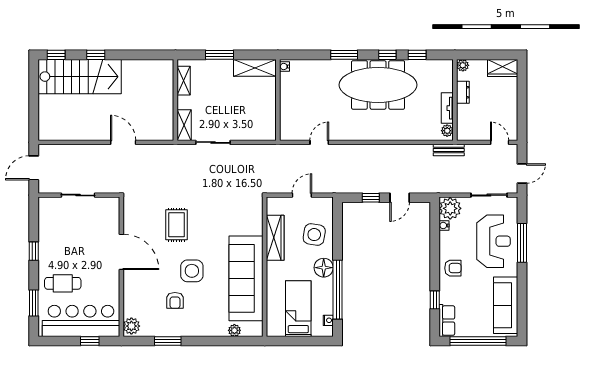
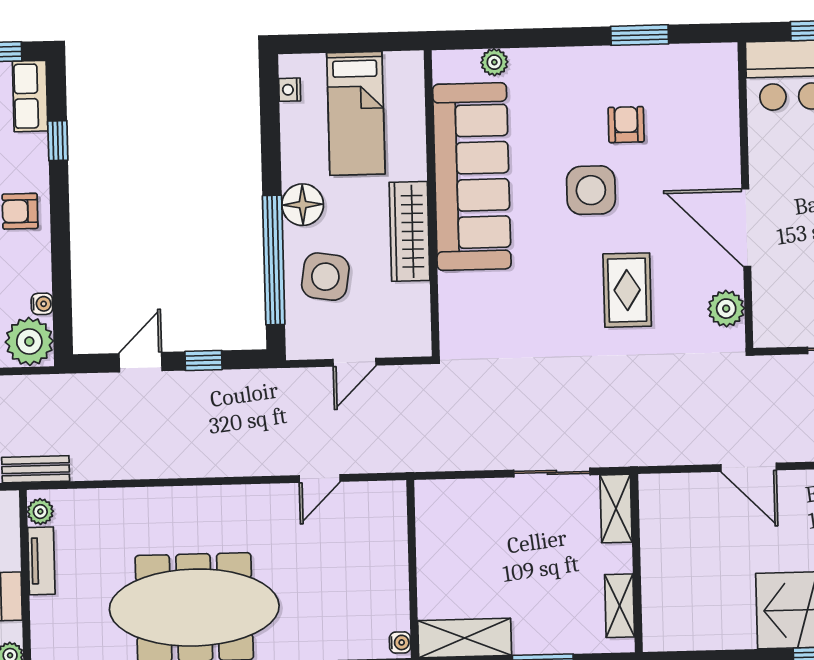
wardrobe: (275, 238) -> (409, 231), moved
window: (338, 290) -> (274, 260), moved
plant: (131, 326) -> (726, 309), moved

